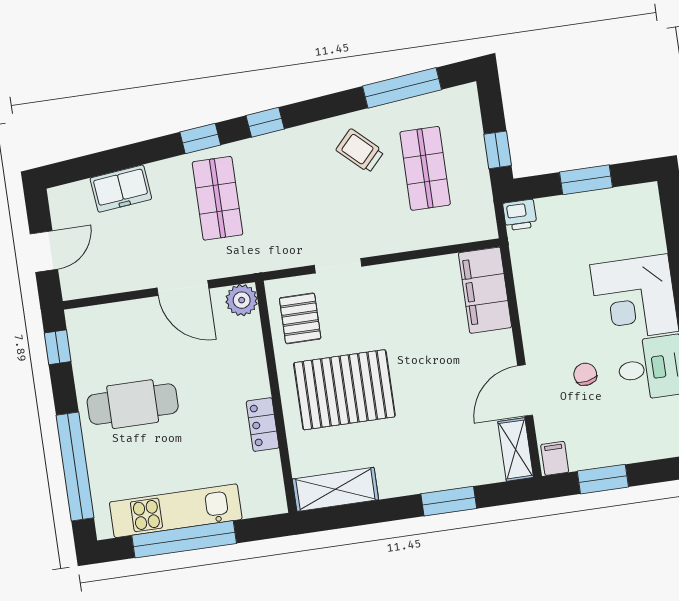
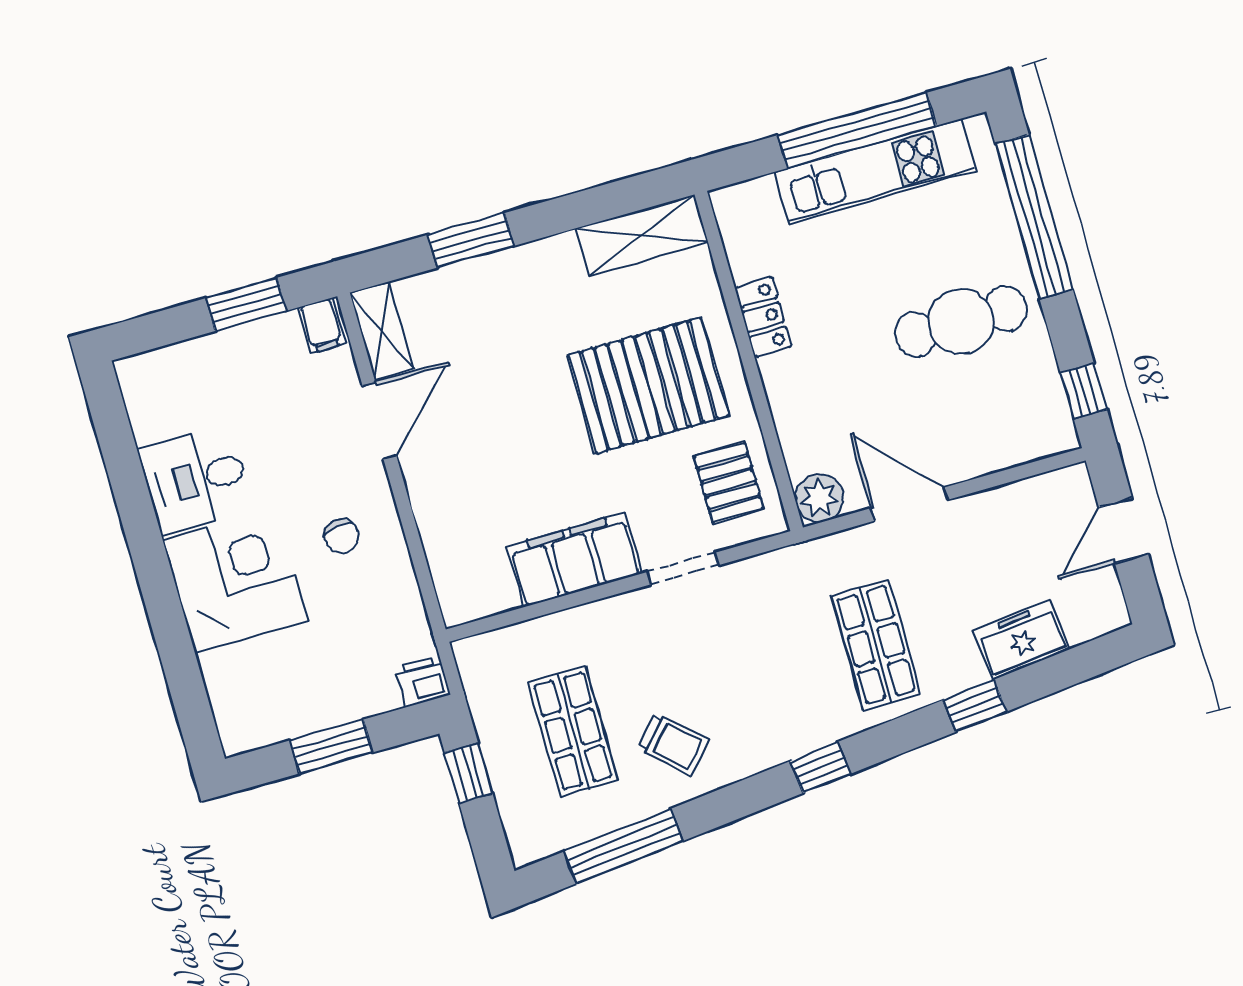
window: (200, 138) -> (975, 706), moved
filing cabinet: (485, 290) -> (574, 560), moved, turned -90
chair: (585, 374) -> (342, 536), moved

